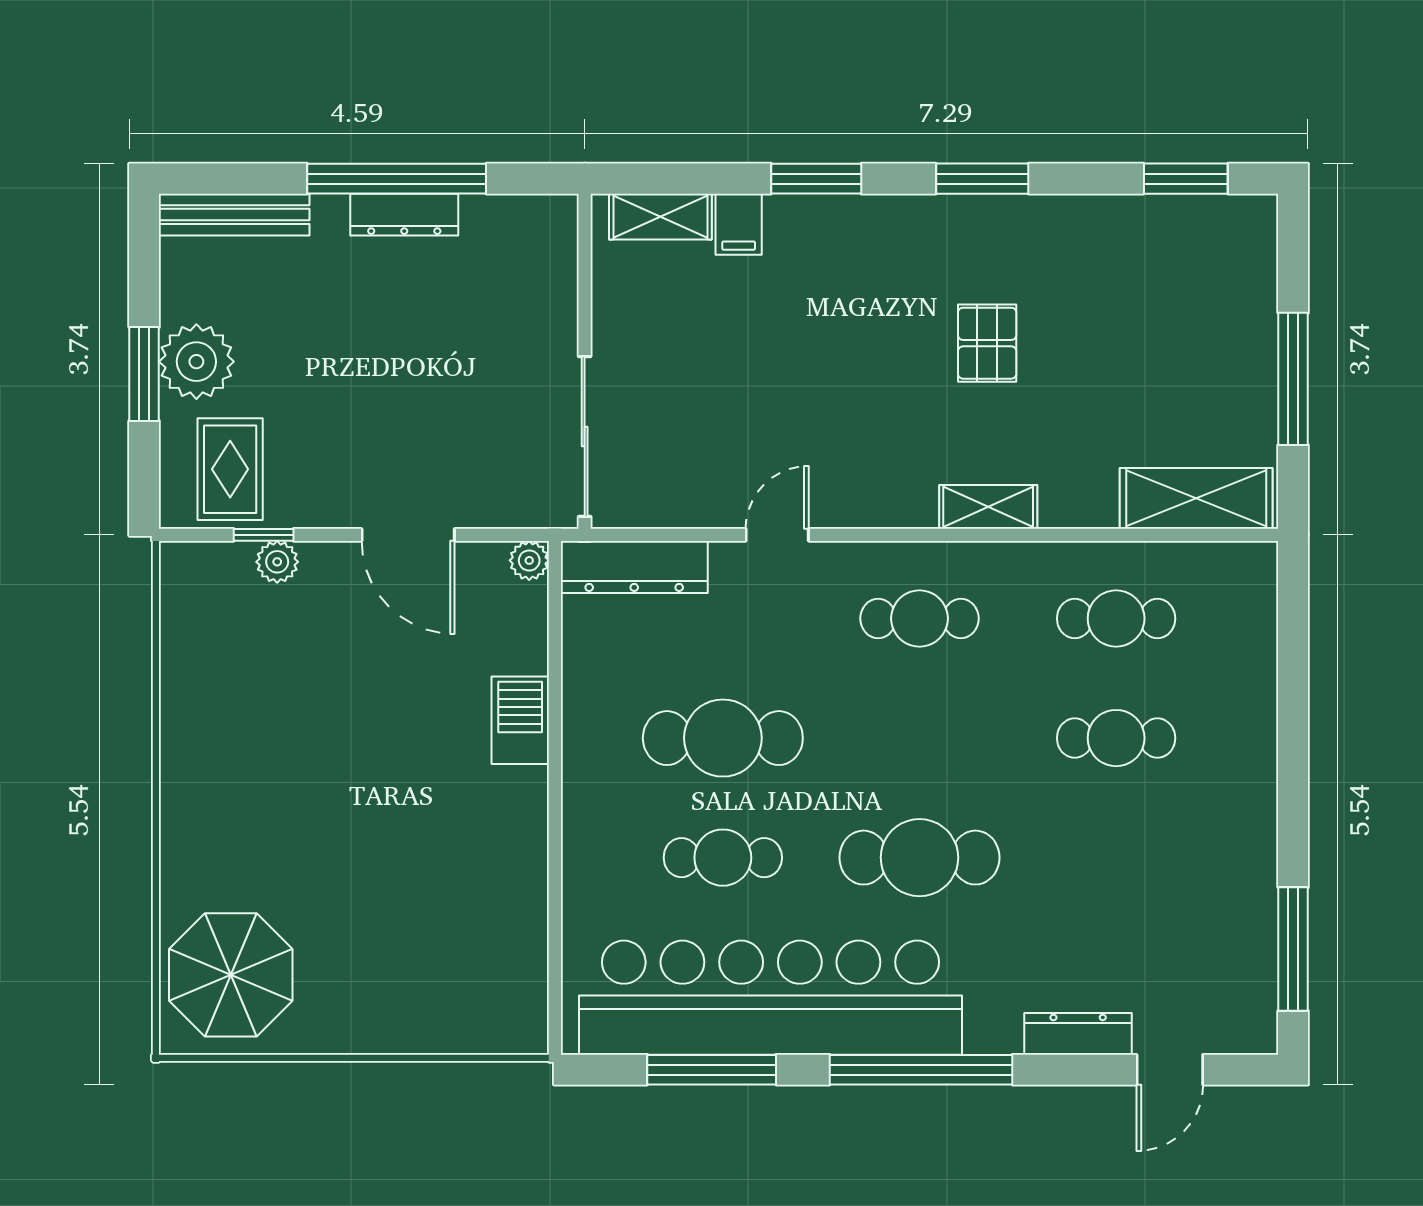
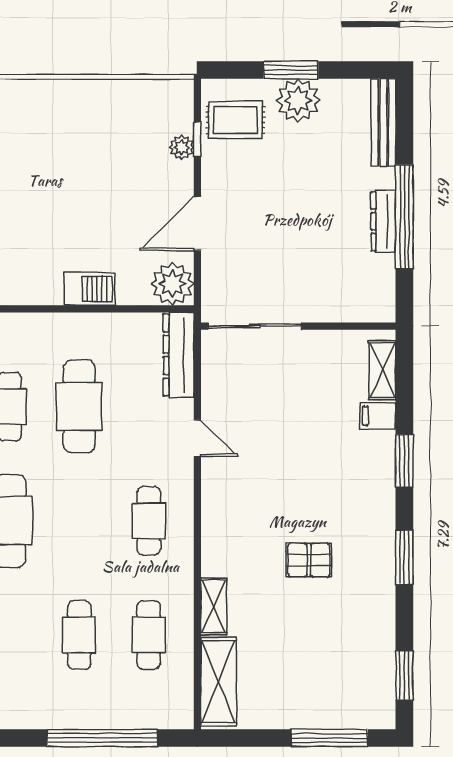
window: (1293, 379) -> (329, 738), moved
shelving: (988, 507) -> (214, 607), moved
plant: (529, 560) -> (172, 284), width x1.88, depth x1.88
window: (1293, 698) -> (103, 738), added

